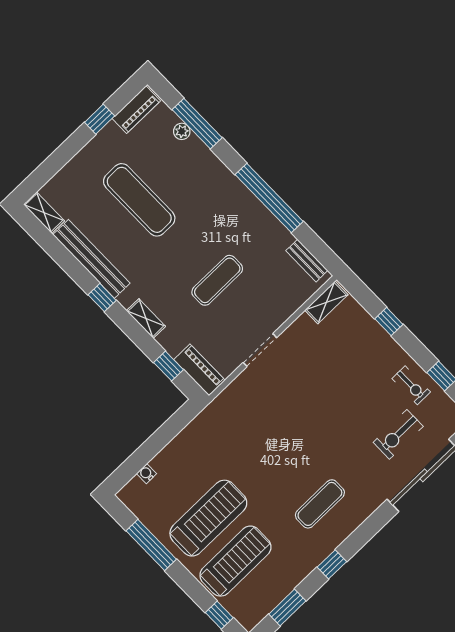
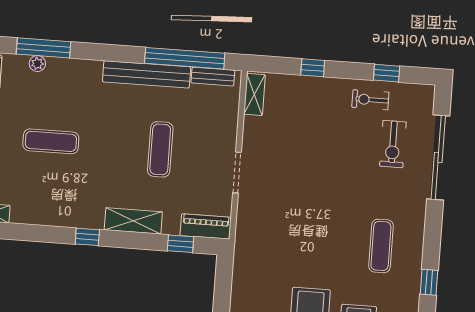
window: (269, 198) -> (185, 58), moved
exercise mat: (139, 200) -> (51, 141), width x0.73, depth x0.69
bench: (91, 259) -> (147, 74), moved
shelving: (146, 319) -> (133, 221), width x1.50, depth x1.33
exercise bike: (411, 385) -> (370, 100), turned 180

